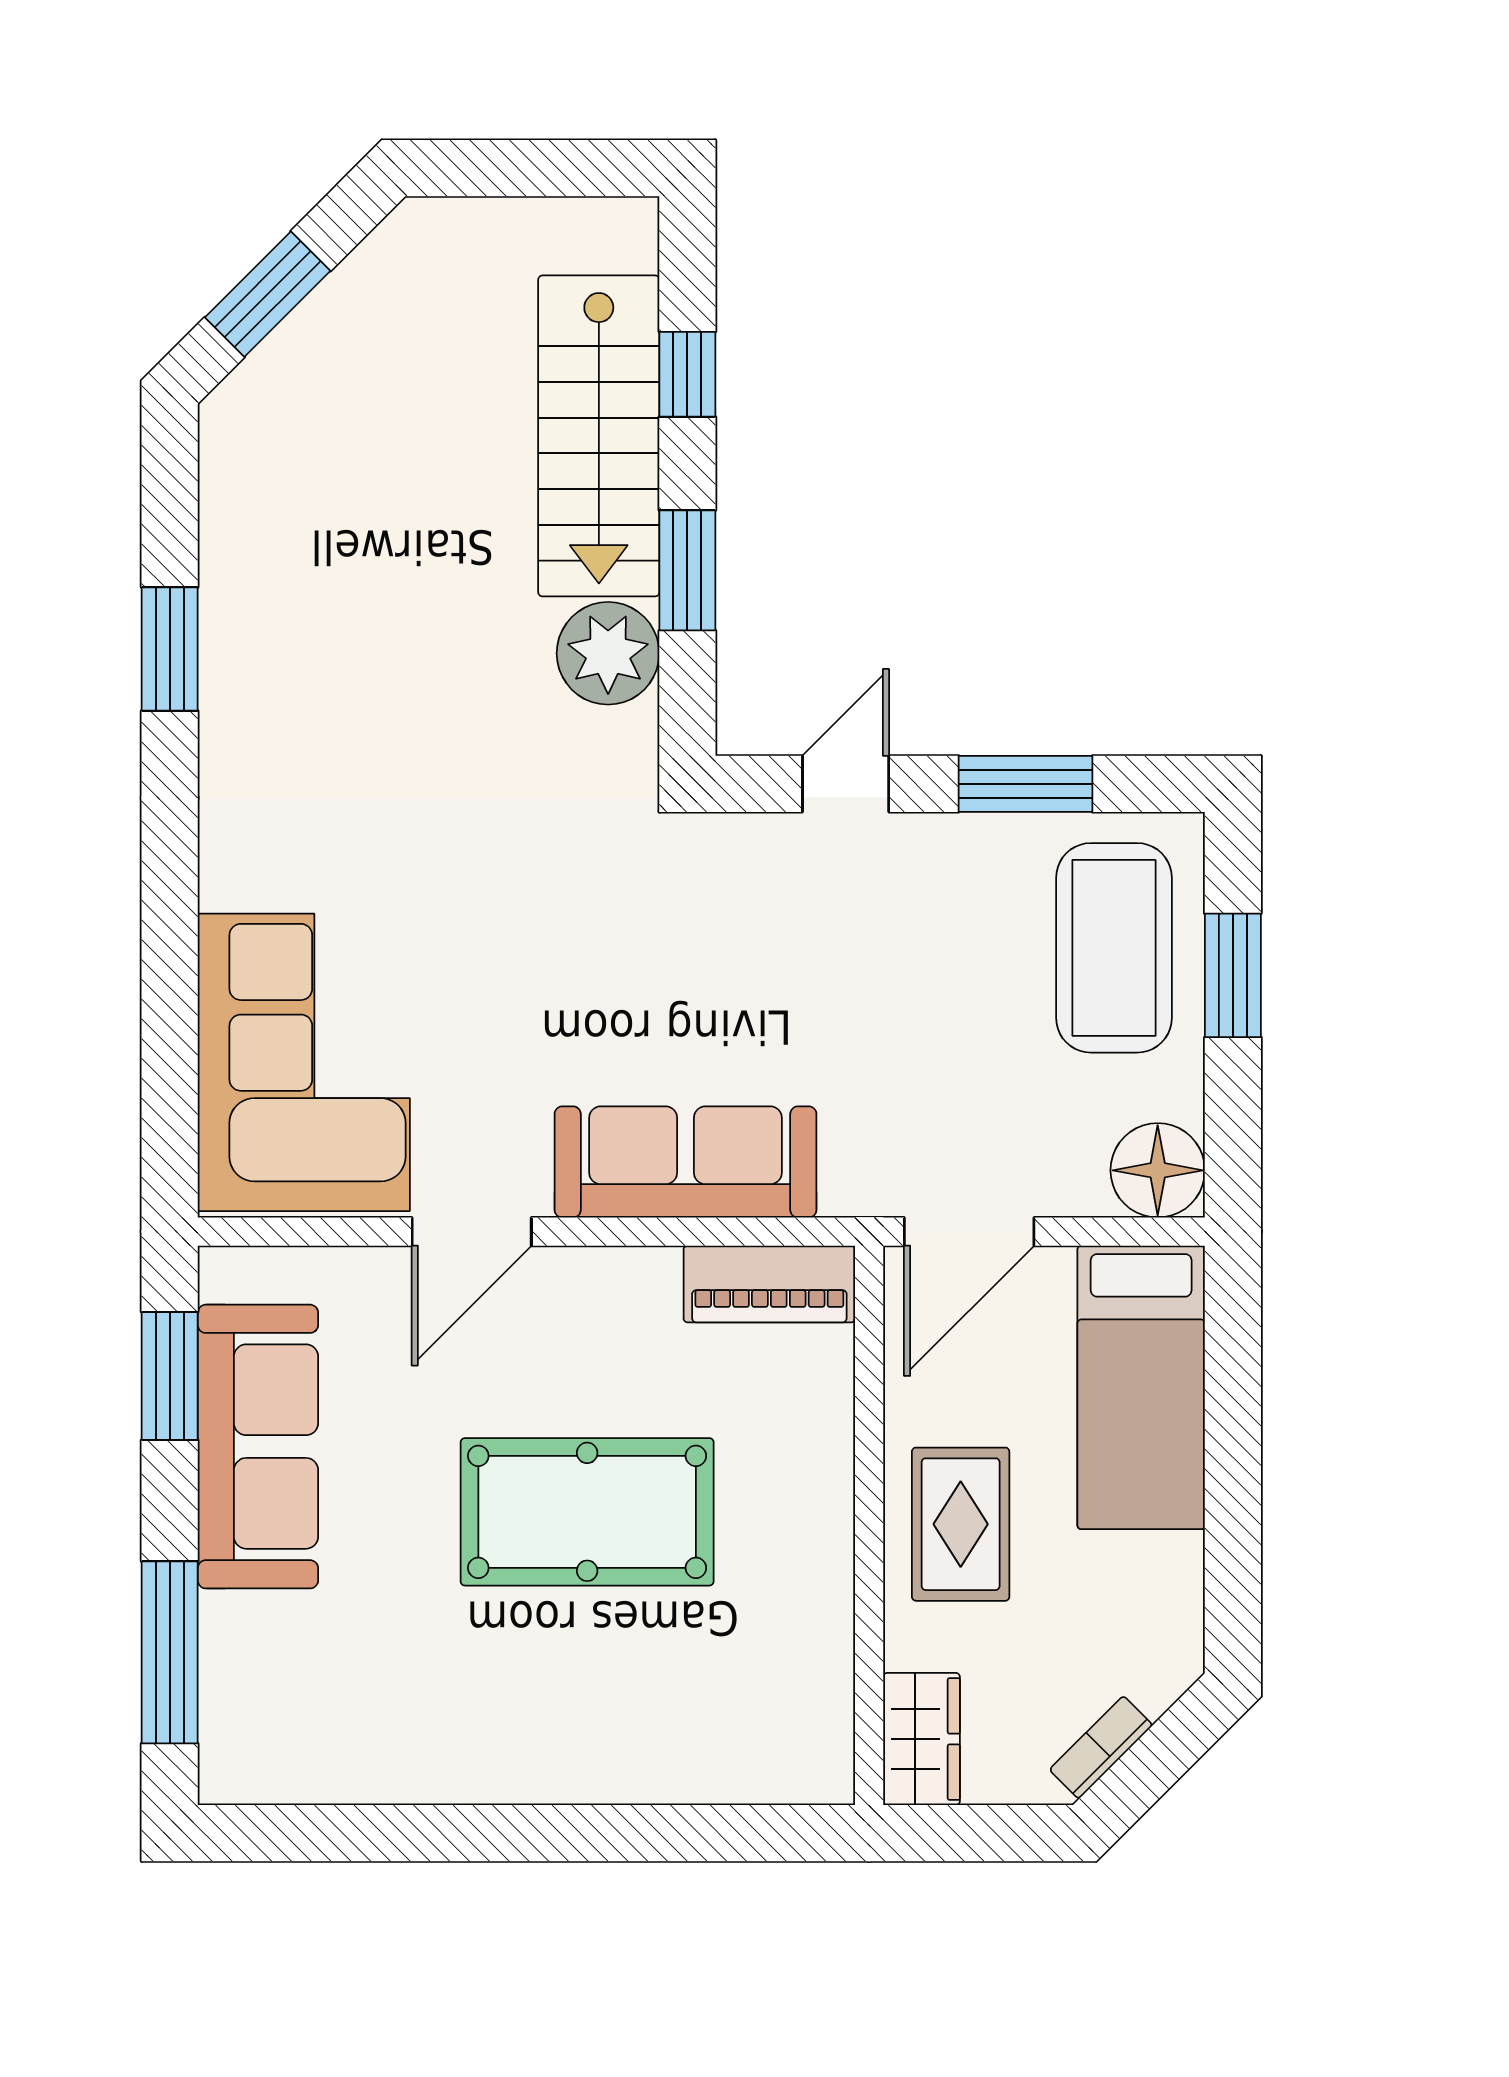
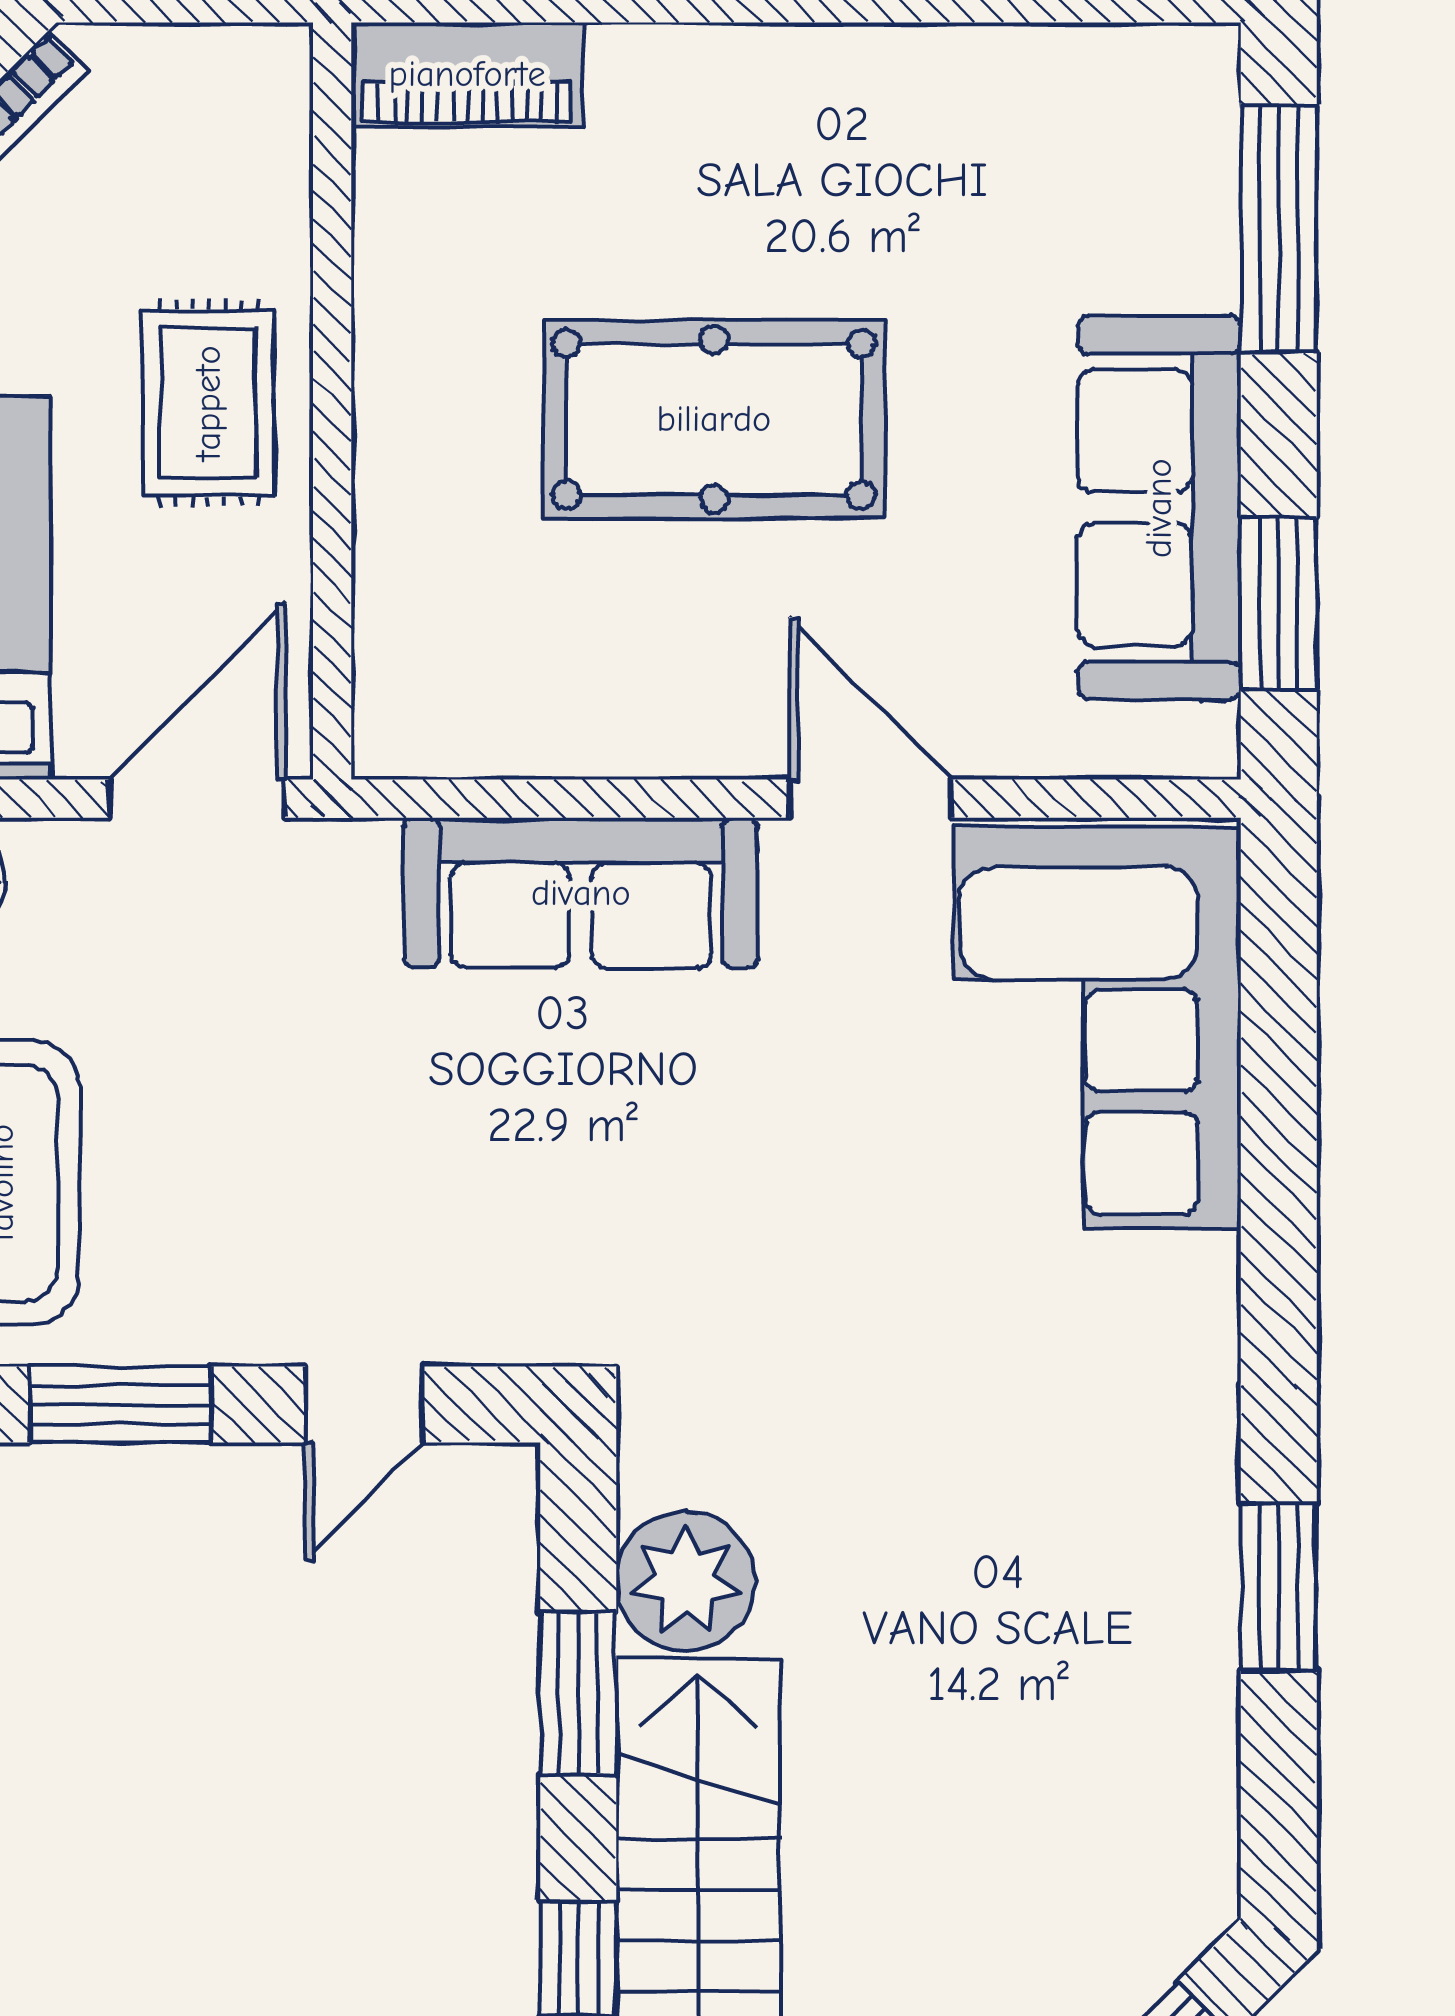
door: (472, 1232) -> (870, 799), hinge flipped
piano: (769, 1284) -> (467, 74), moved, turned 180
wardrobe: (922, 1739) -> (261, 112), removed

